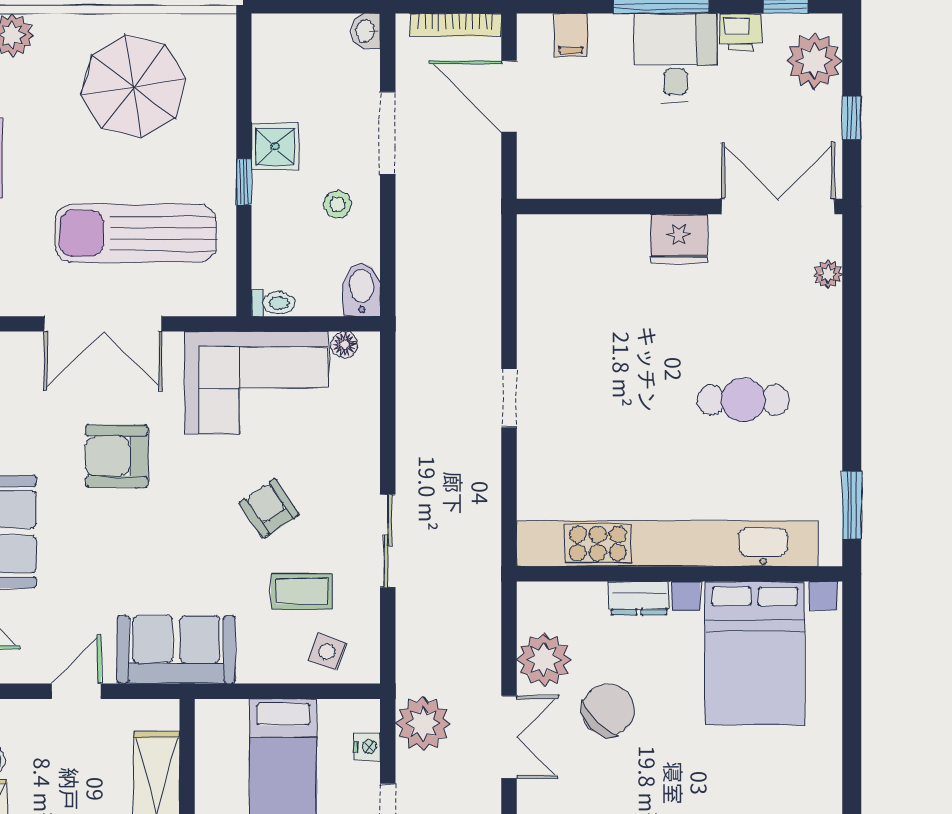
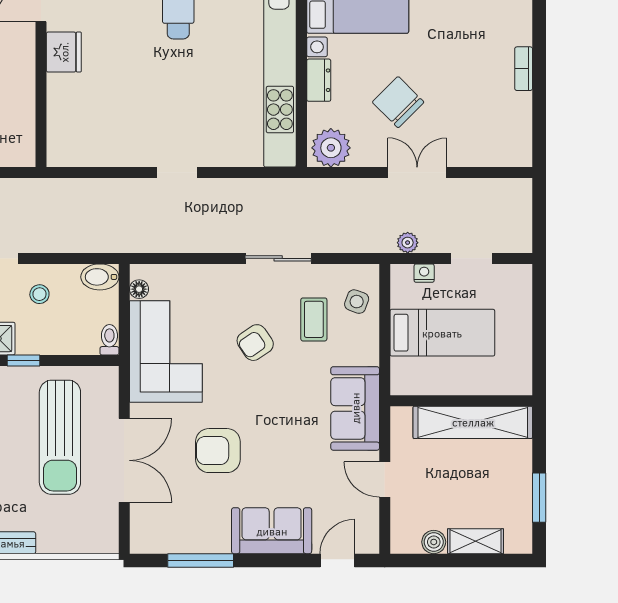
armchair: (117, 456) -> (218, 451), turned 90
plant: (544, 660) -> (331, 148), moved
plant: (423, 724) -> (408, 243), width x0.53, depth x0.53

